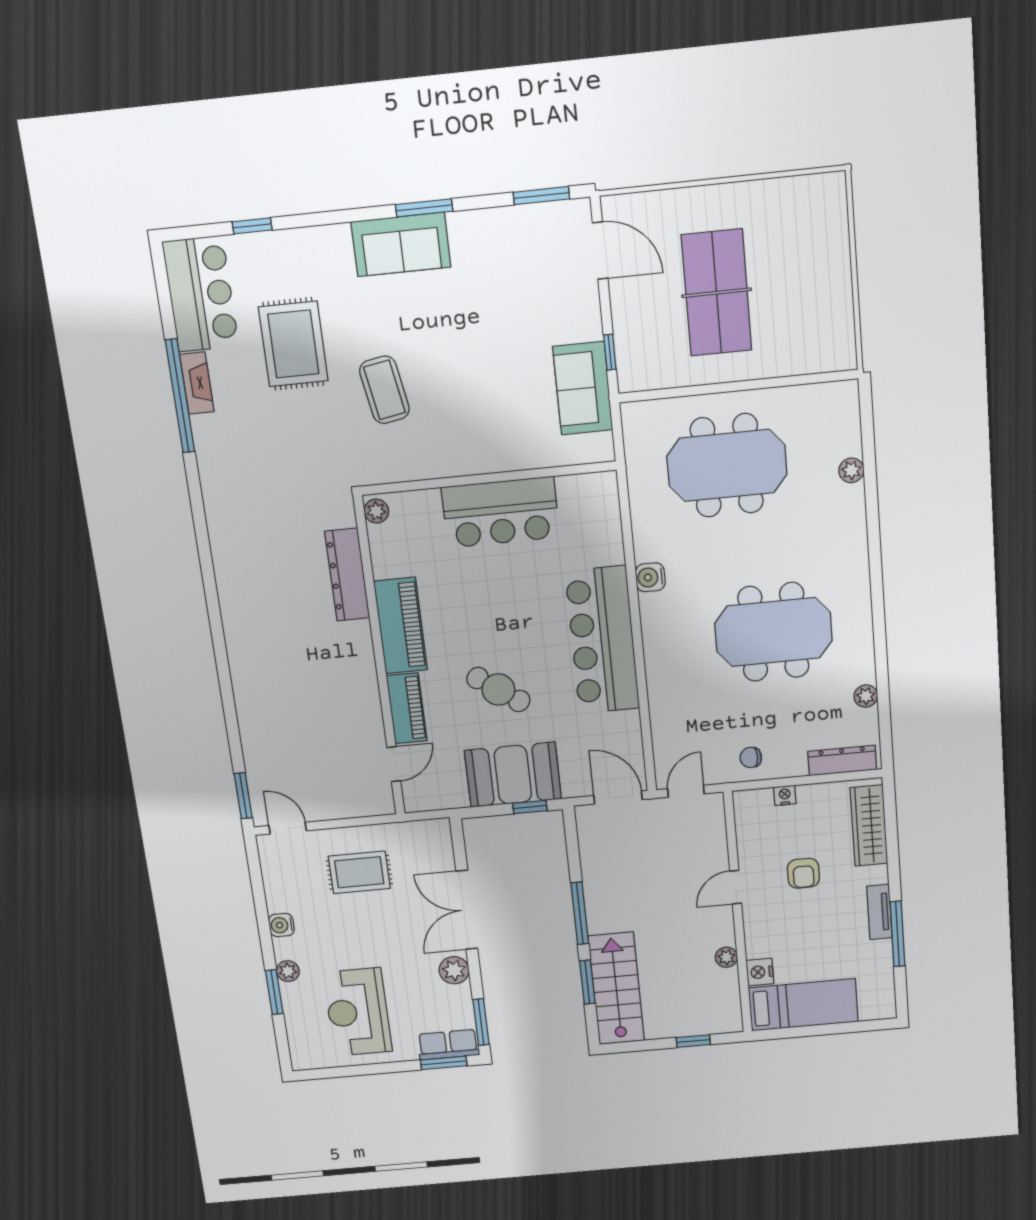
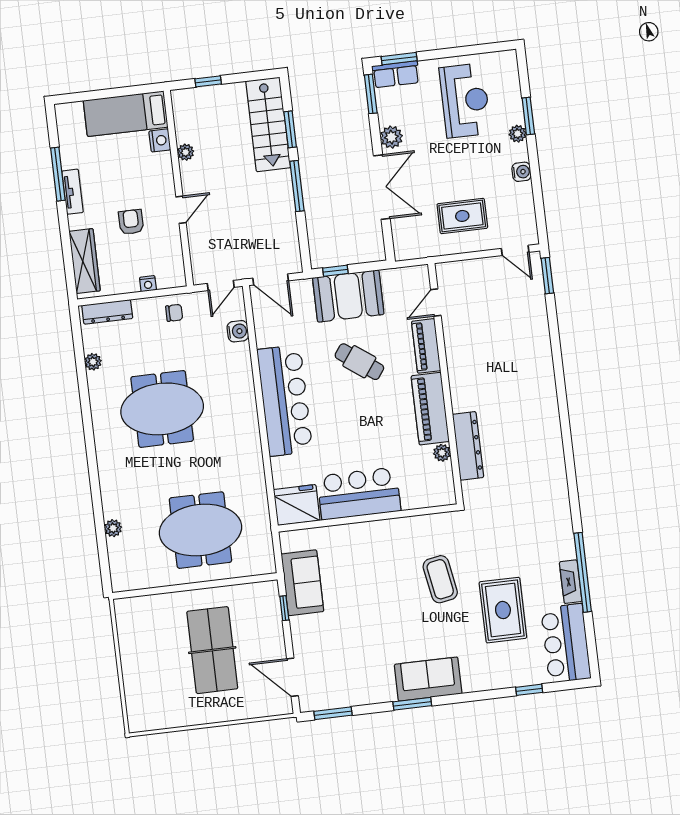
fridge: (589, 498) -> (297, 505), added
plant: (376, 511) -> (442, 453), moved
water cooler: (650, 577) -> (238, 331), moved

